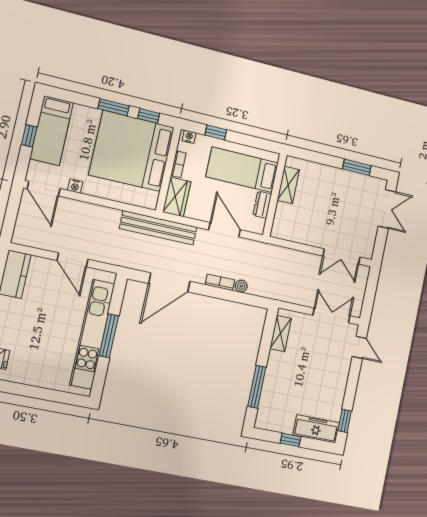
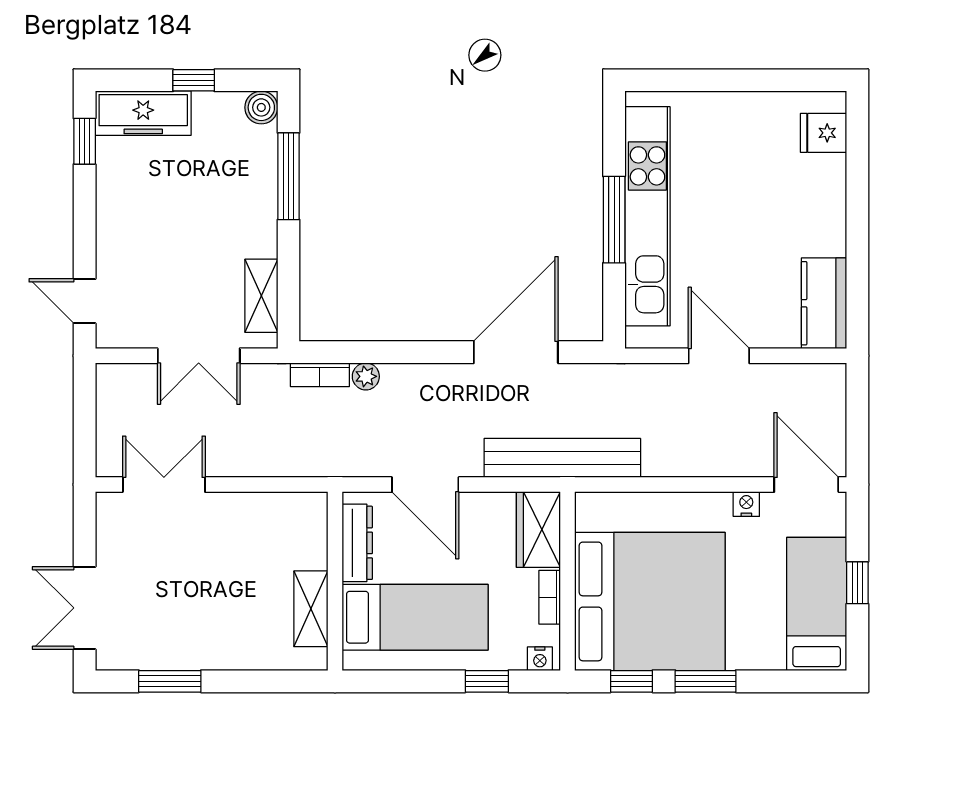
dresser: (262, 205) -> (357, 543), width x1.44
bookcase: (220, 282) -> (320, 375), moved
double door: (331, 315) -> (199, 356), moved
boiler: (263, 421) -> (261, 107), added

